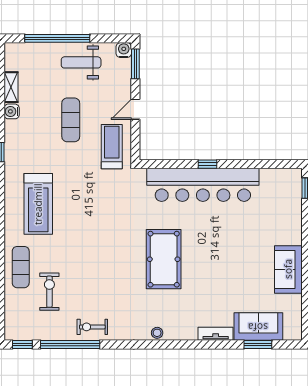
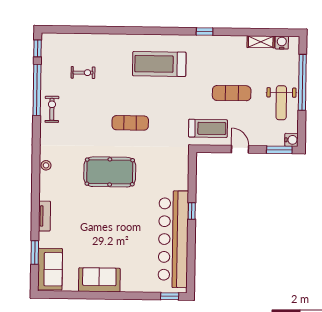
weight bench: (81, 62) -> (281, 103), turned 180
water cooler: (12, 111) -> (282, 43), moved
bar counter: (203, 185) -> (173, 239), moved
exercise mat: (21, 267) -> (130, 123), moved
exercise bike: (49, 292) -> (83, 73), width x0.73, depth x0.72
sofa: (258, 327) -> (50, 269), moved

